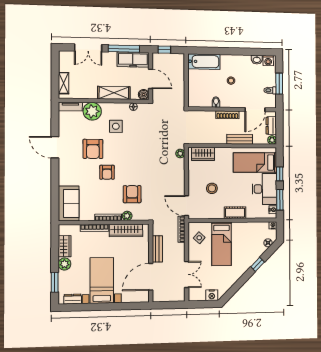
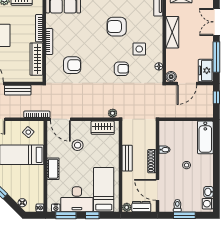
freezer: (133, 60) -> (206, 70), width x0.71
shelving: (114, 93) -> (172, 32), moved
plant: (92, 111) -> (154, 26), removed
bench: (240, 139) -> (127, 158), moved
wardrobe: (203, 154) -> (103, 128), moved, turned -90
armchair: (107, 172) -> (121, 69), moved, turned 180
door: (186, 206) -> (60, 119), swing flipped
plant: (127, 216) -> (51, 60), removed

